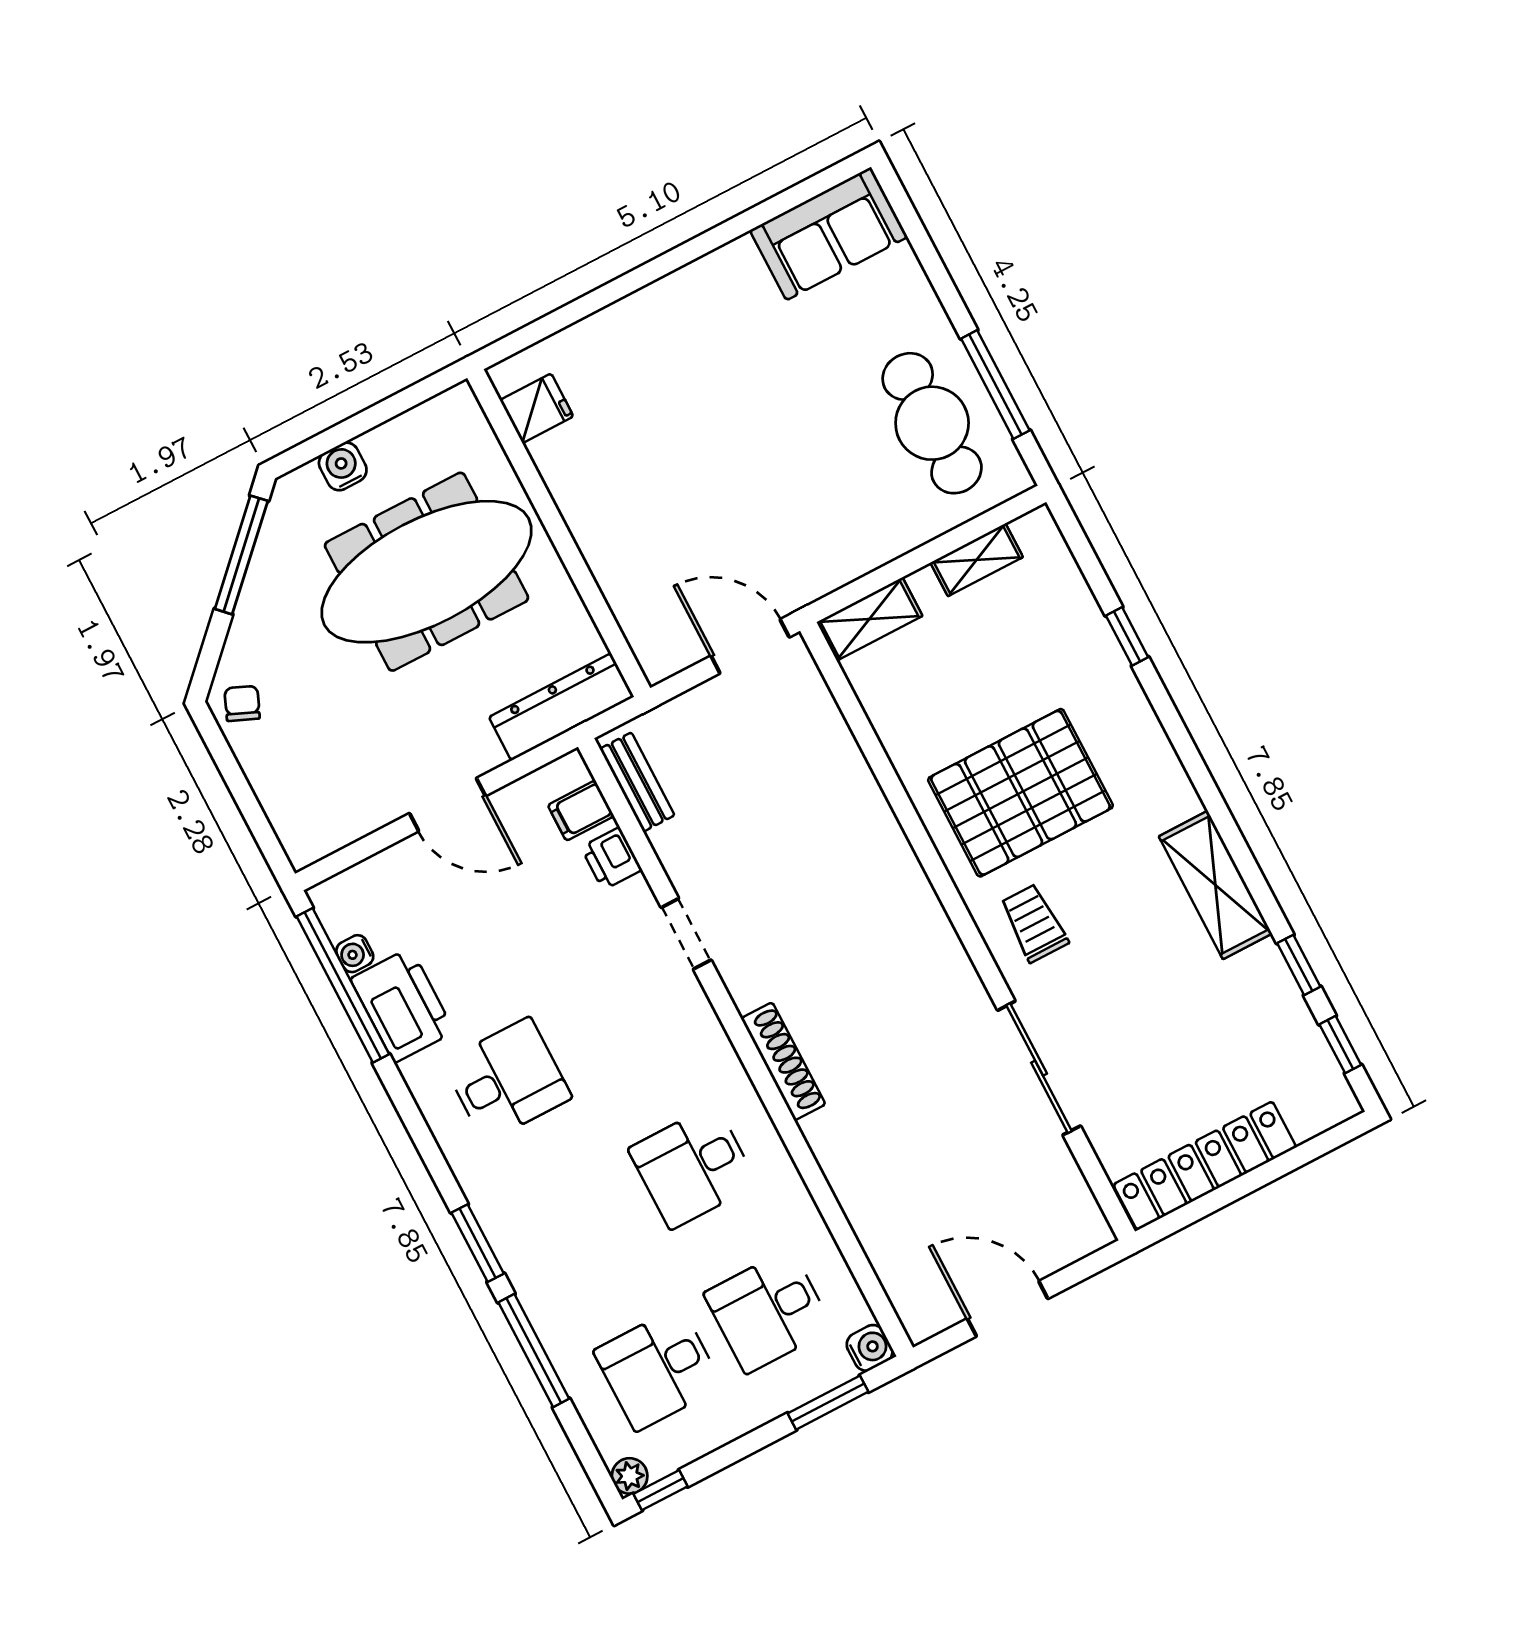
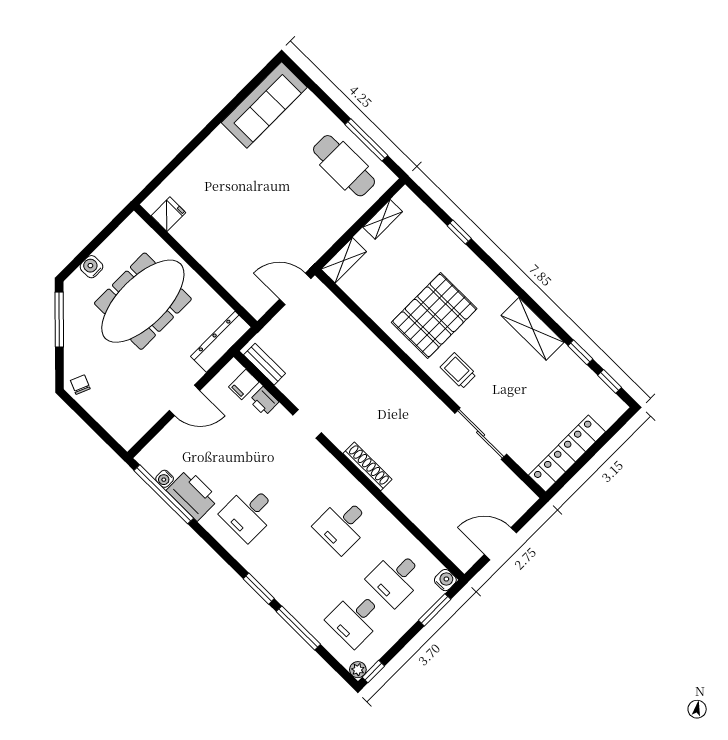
sofa: (829, 234) -> (264, 105), width x1.36
desk: (507, 1080) -> (249, 513), turned 180

